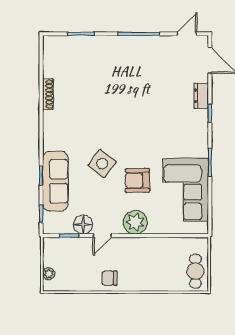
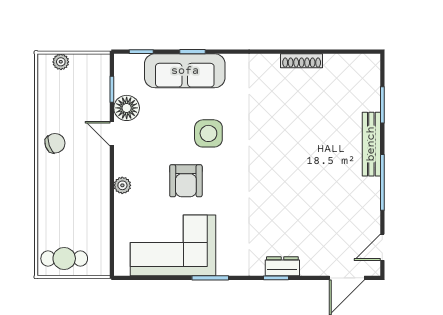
door: (187, 34) -> (382, 247), swing flipped
bench: (110, 42) -> (371, 144), added
dresser: (201, 96) -> (282, 266), moved
side table: (102, 164) -> (208, 133), turned -38
armchair: (137, 180) -> (186, 181), turned 180
plant: (135, 222) -> (122, 185), width x0.53, depth x0.53
chair: (109, 278) -> (55, 143), turned 71

